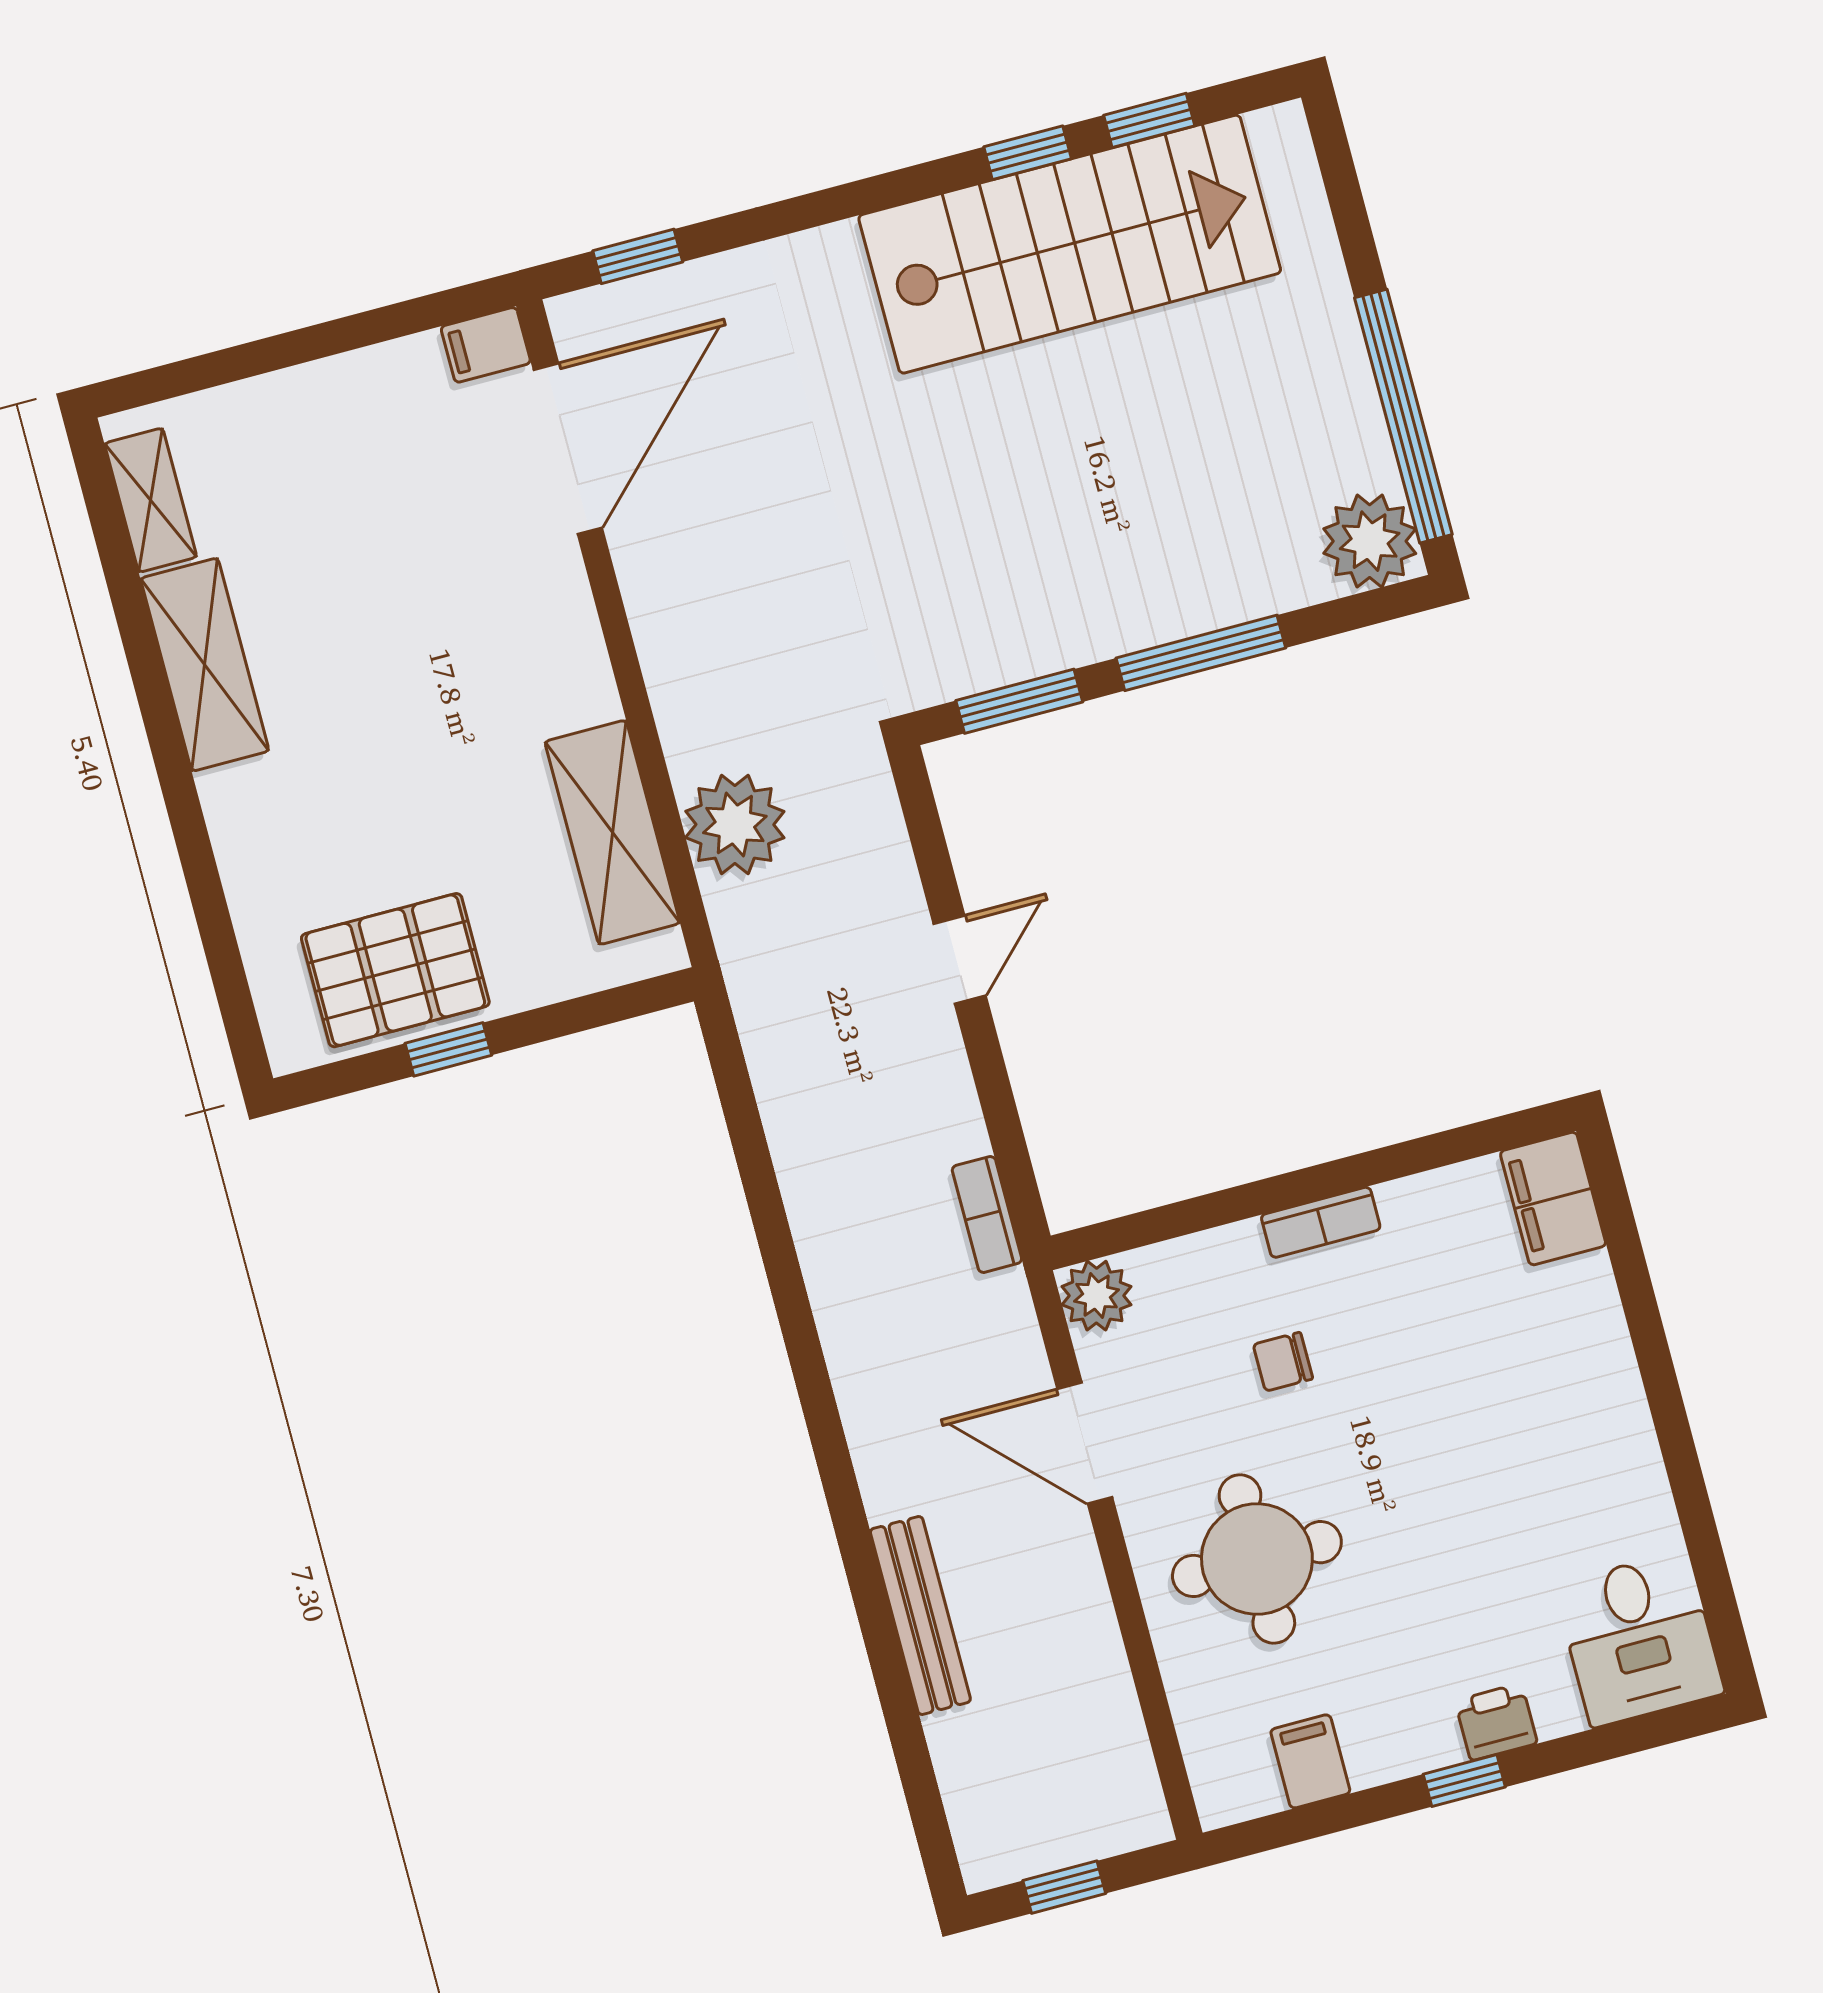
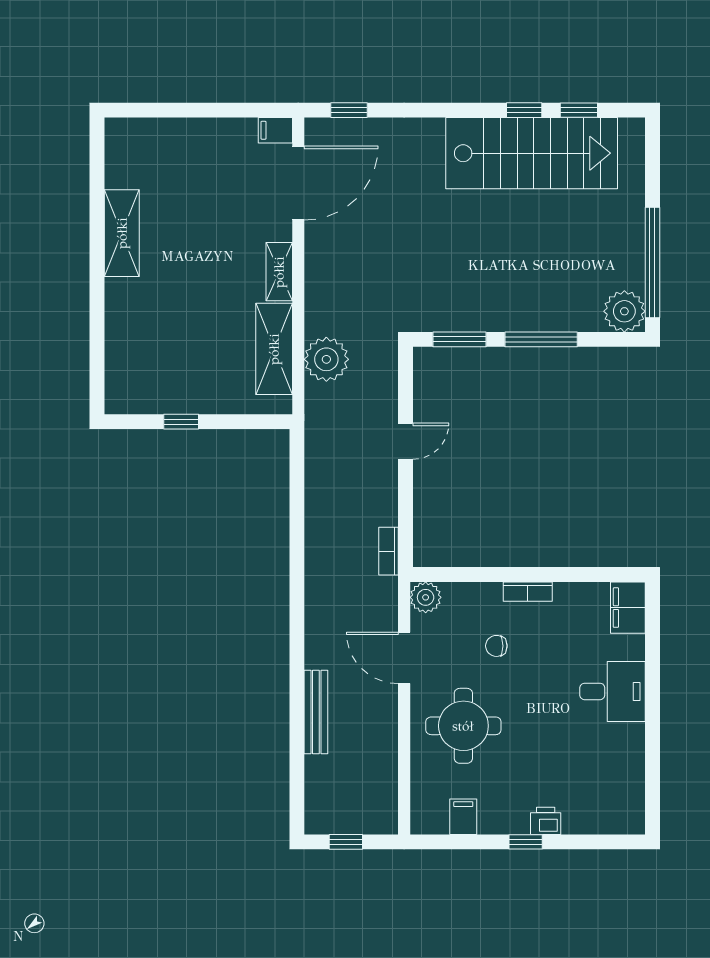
shelving: (151, 500) -> (279, 272), moved
pallet: (395, 970) -> (168, 383), removed
desk: (1639, 1639) -> (613, 691), moved, turned -90

